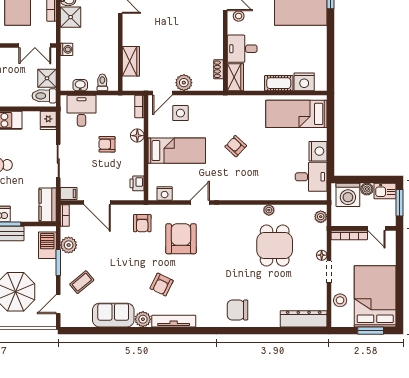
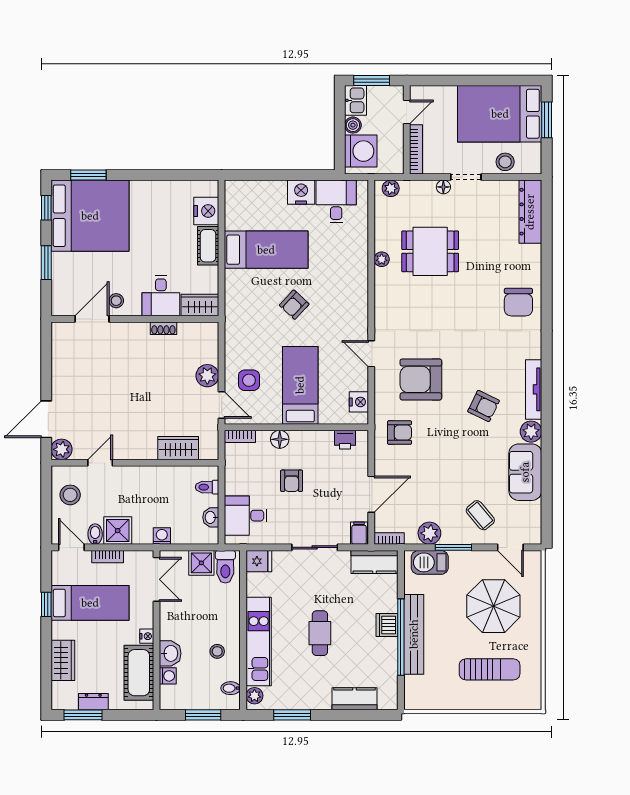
shoe rack: (218, 69) -> (163, 328), moved
bed: (296, 114) -> (266, 250), moved, turned -90

